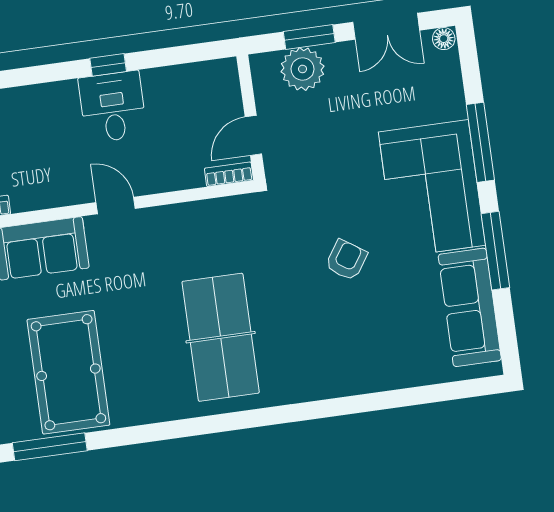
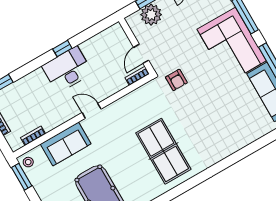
desk: (113, 107) -> (67, 70), width x1.37
armchair: (346, 260) -> (176, 80), moved, turned 146

